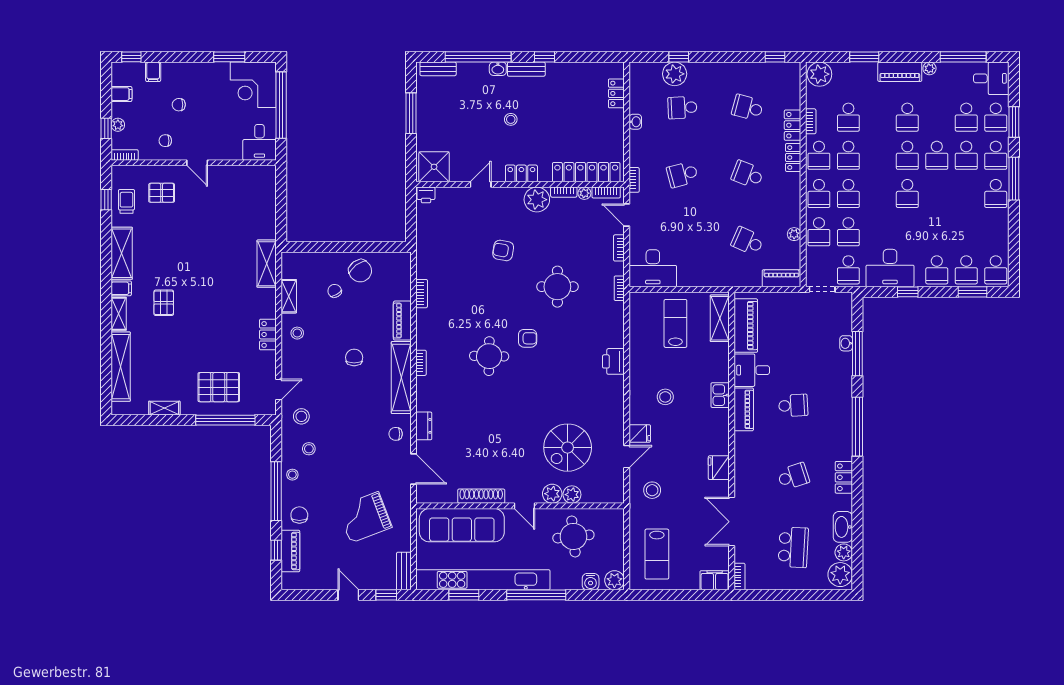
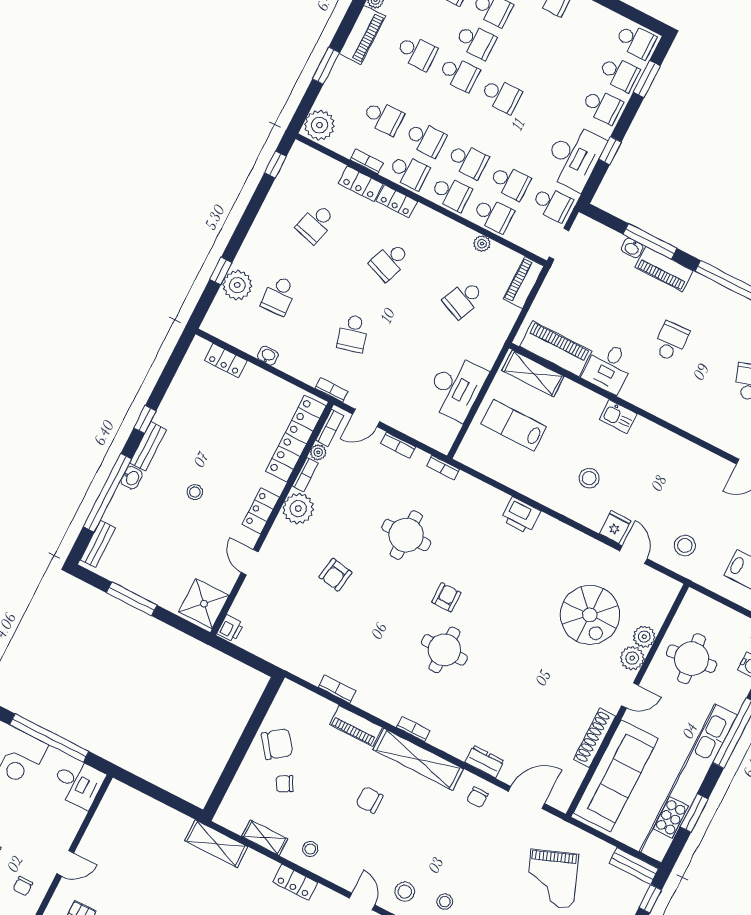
desk: (653, 268) -> (456, 388), moved
piano: (744, 409) -> (664, 269), moved, turned 180
fridge: (719, 468) -> (698, 459), removed

